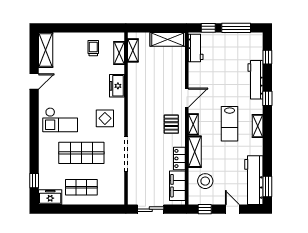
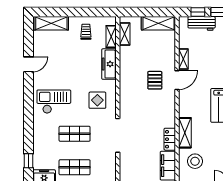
workbench: (196, 48) -> (202, 23), moved, turned 90
shelving: (46, 50) -> (51, 23), moved, turned 90
freezer: (117, 86) -> (109, 64), width x1.40
checkout: (60, 120) -> (54, 102), turned 180
pallet: (171, 124) -> (155, 80), moved
shelving: (193, 124) -> (183, 59), moved
shop shelf: (81, 153) -> (75, 134), width x0.70, depth x0.74

